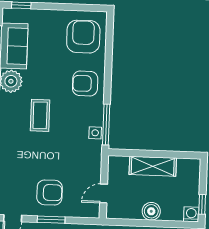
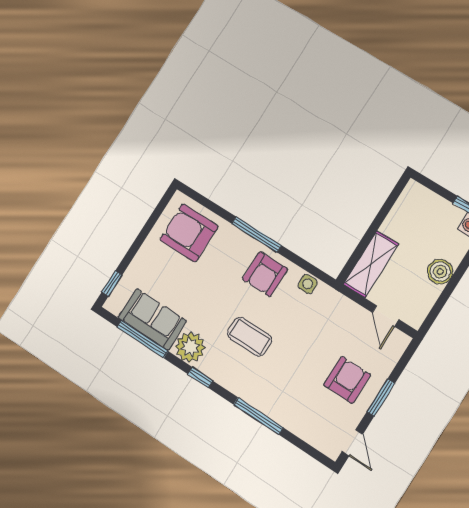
armchair: (85, 84) -> (265, 274), moved
window: (106, 124) -> (256, 235), moved
shelving: (153, 166) -> (371, 264), moved

